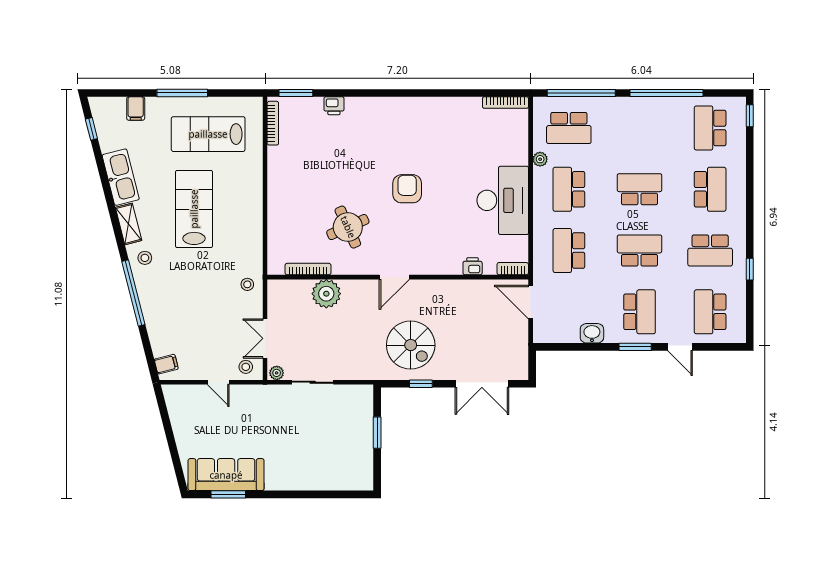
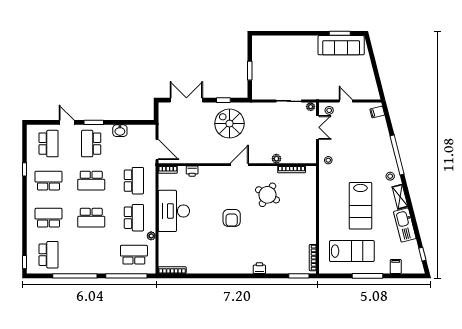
printer: (334, 106) -> (259, 268), moved
school desk: (710, 189) -> (48, 218), turned 90
round table: (348, 227) -> (267, 195), turned -36
plant: (326, 294) -> (276, 159), width x0.53, depth x0.53

